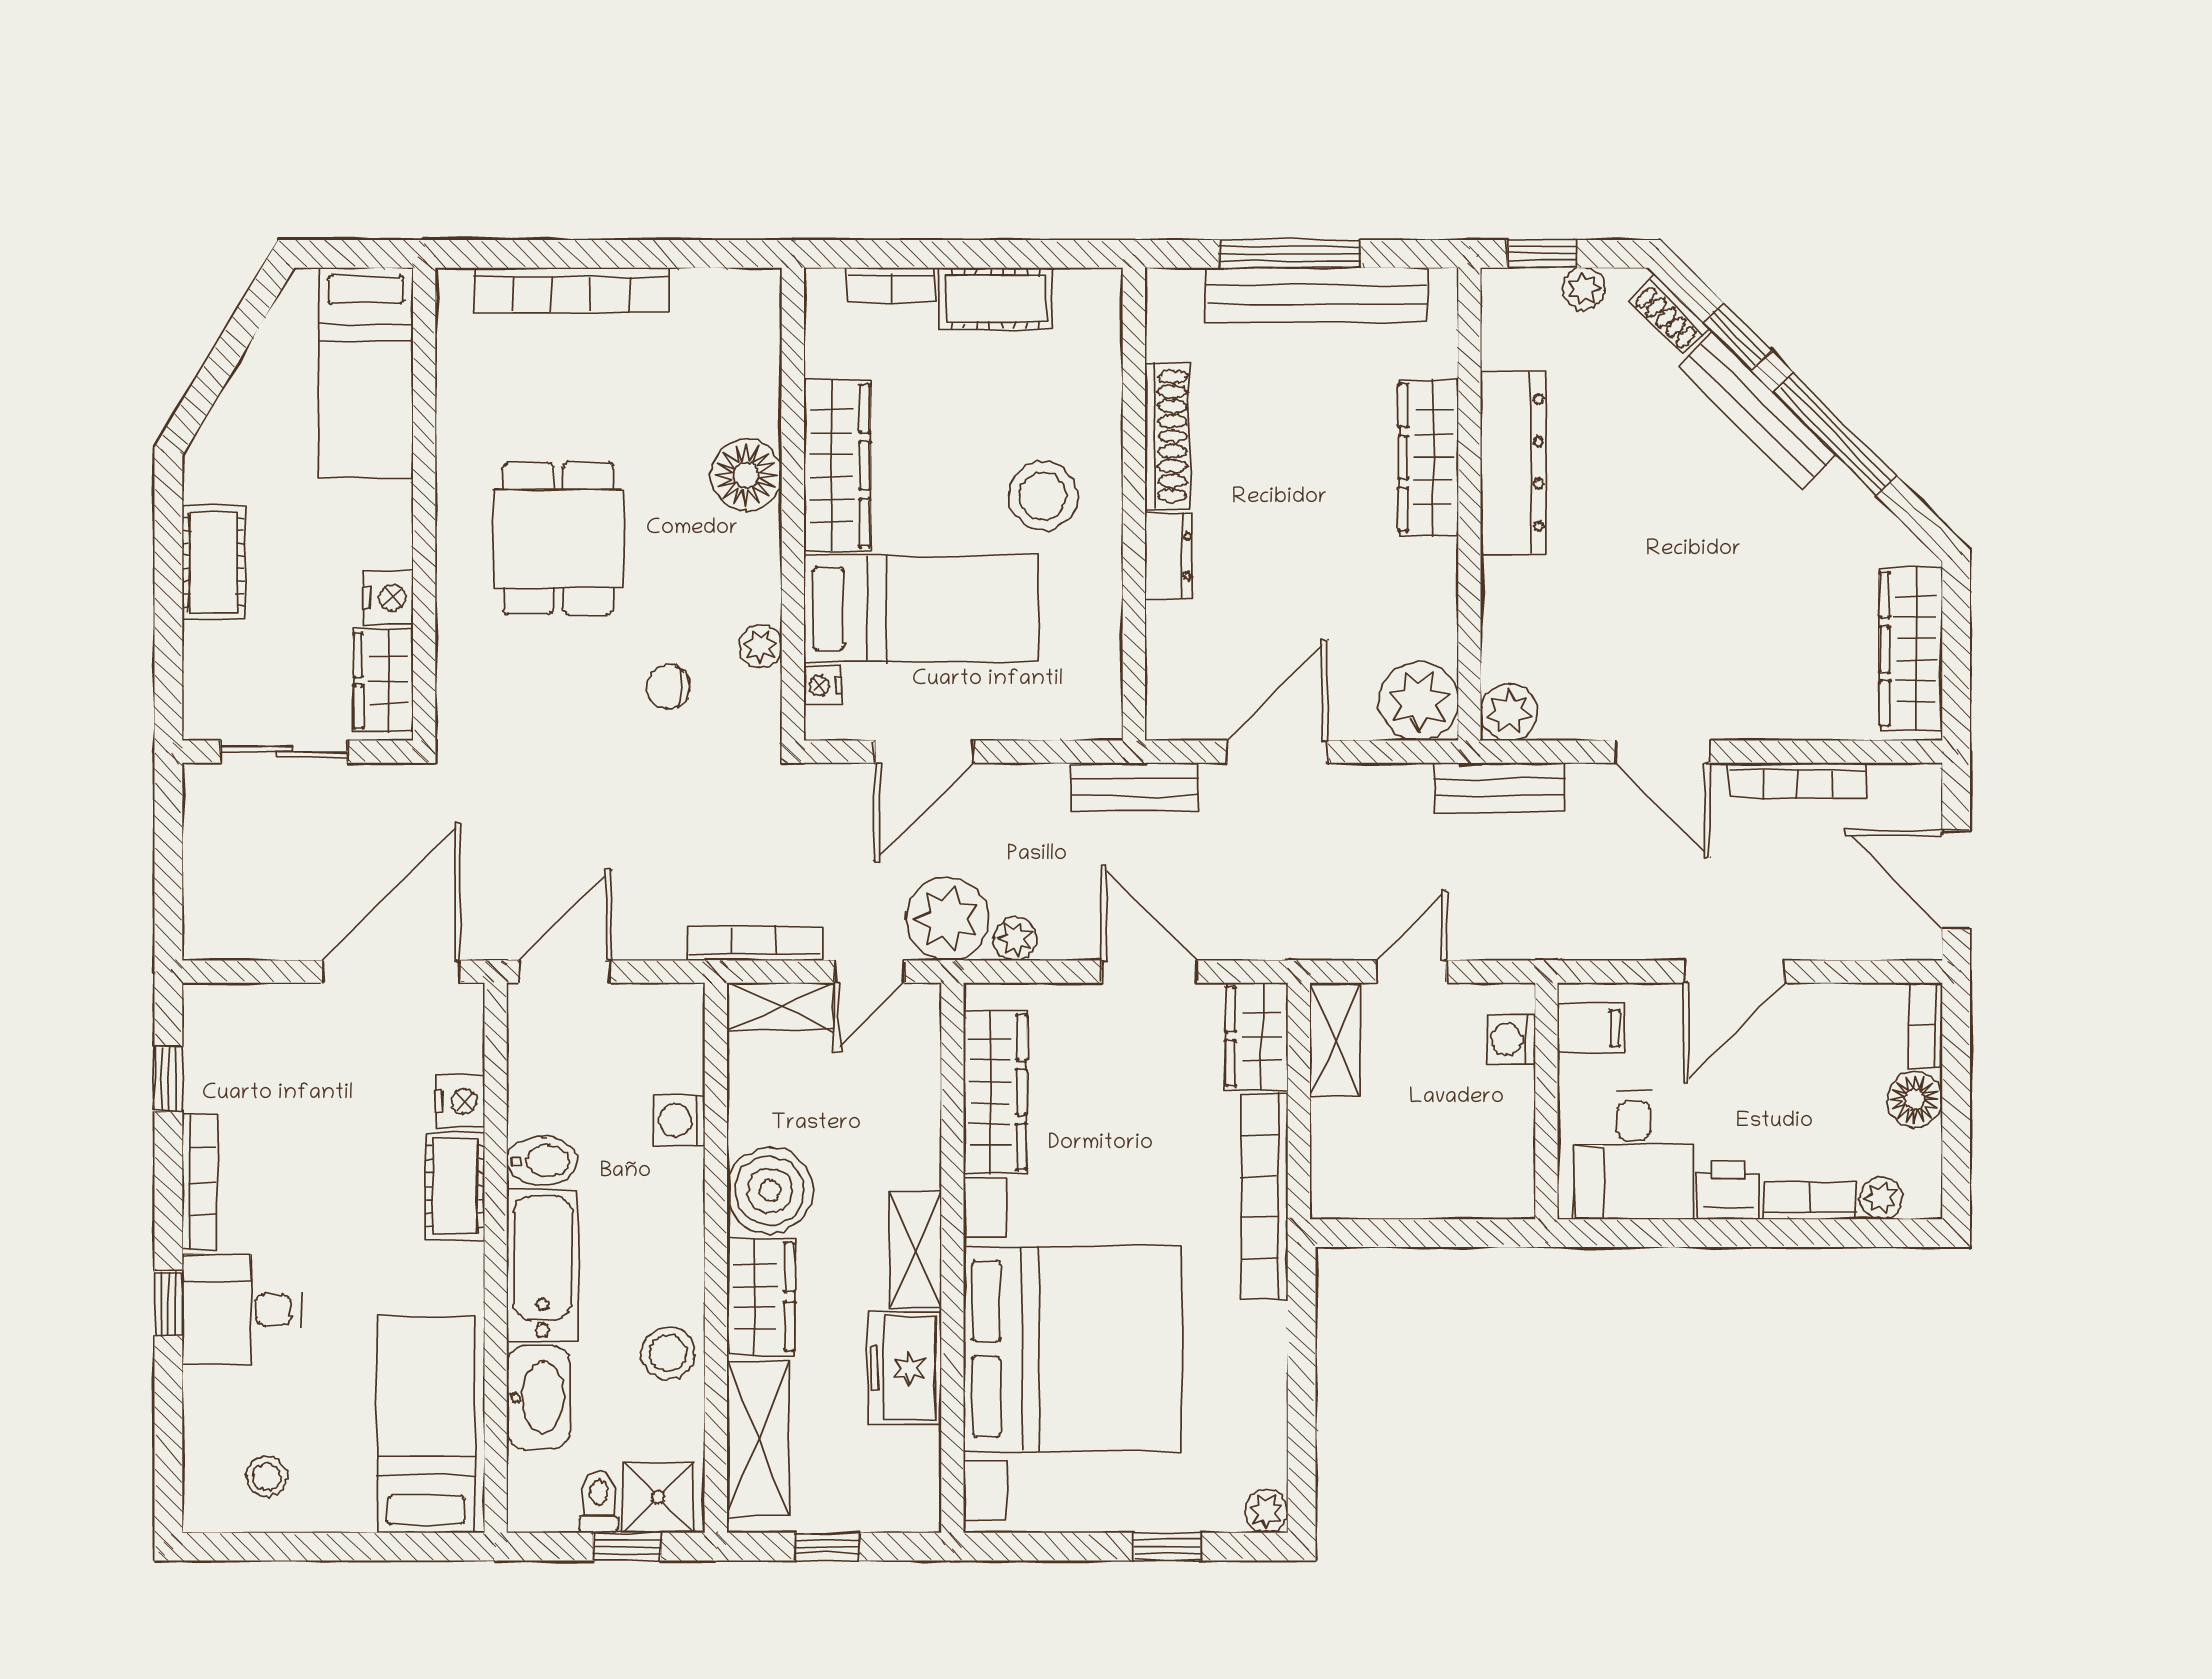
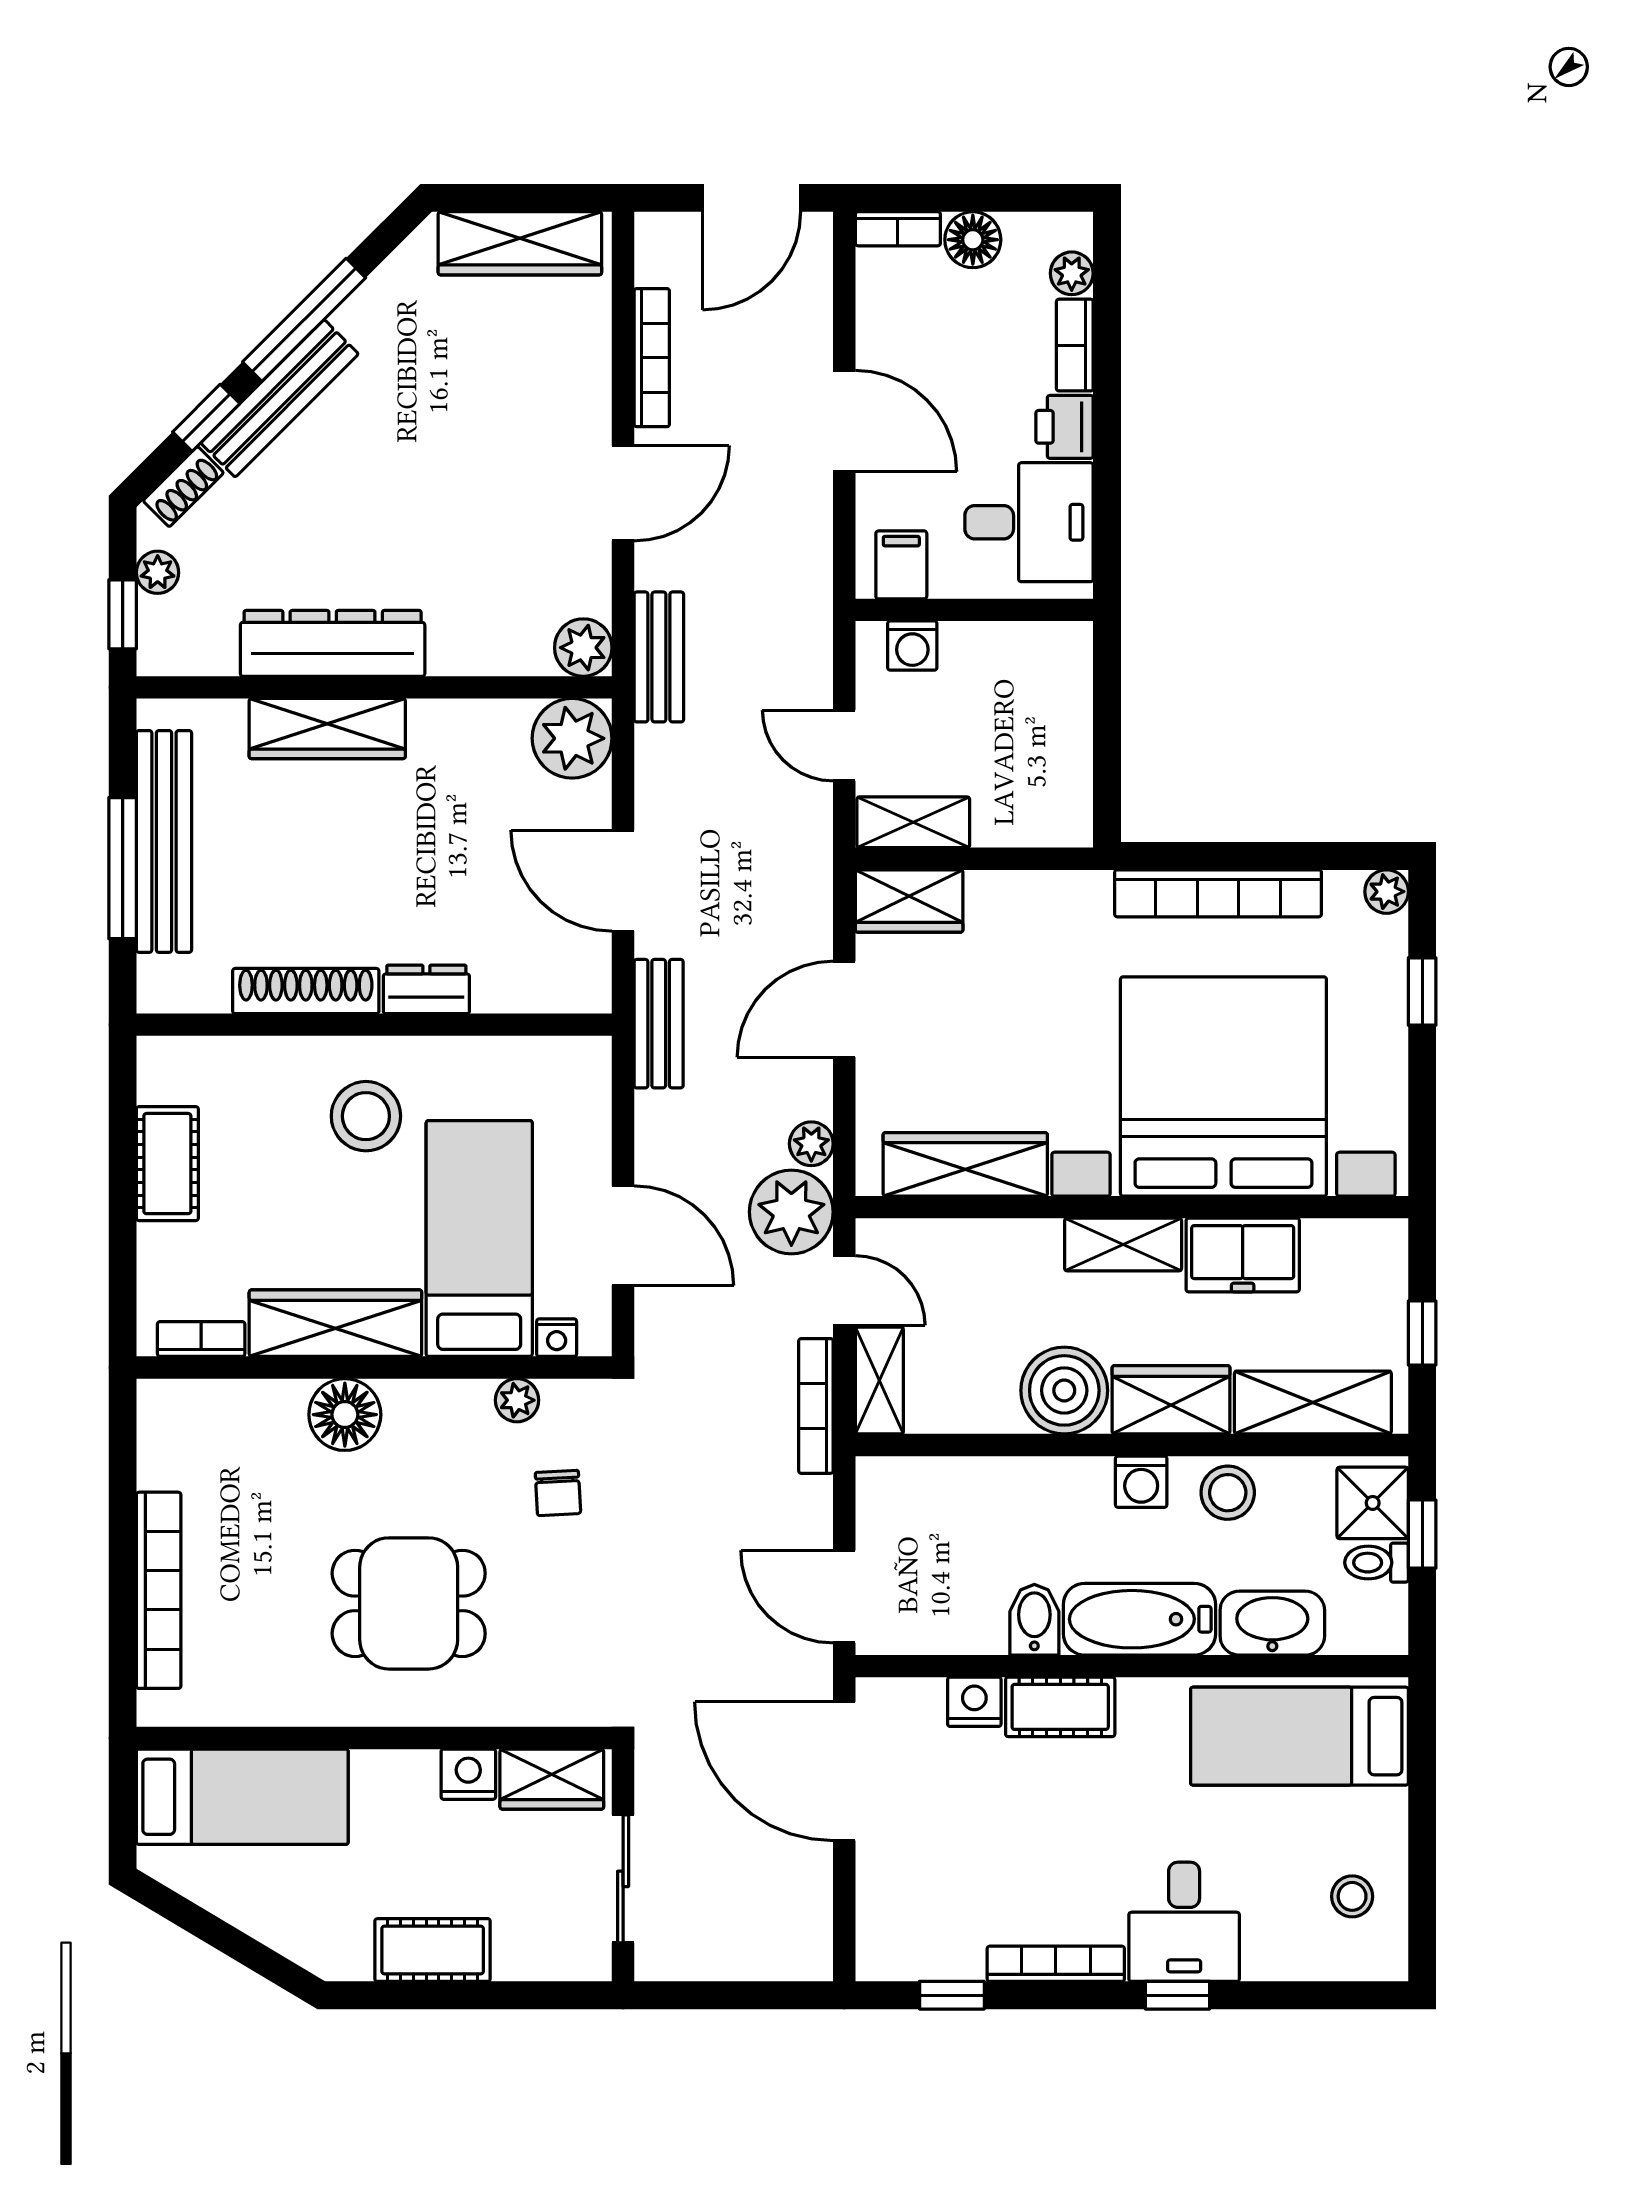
bookcase: (891, 285) -> (201, 1339), moved, turned -90
washing machine: (679, 1120) -> (1141, 1482), moved
bookcase: (1265, 1197) -> (1218, 893), moved

